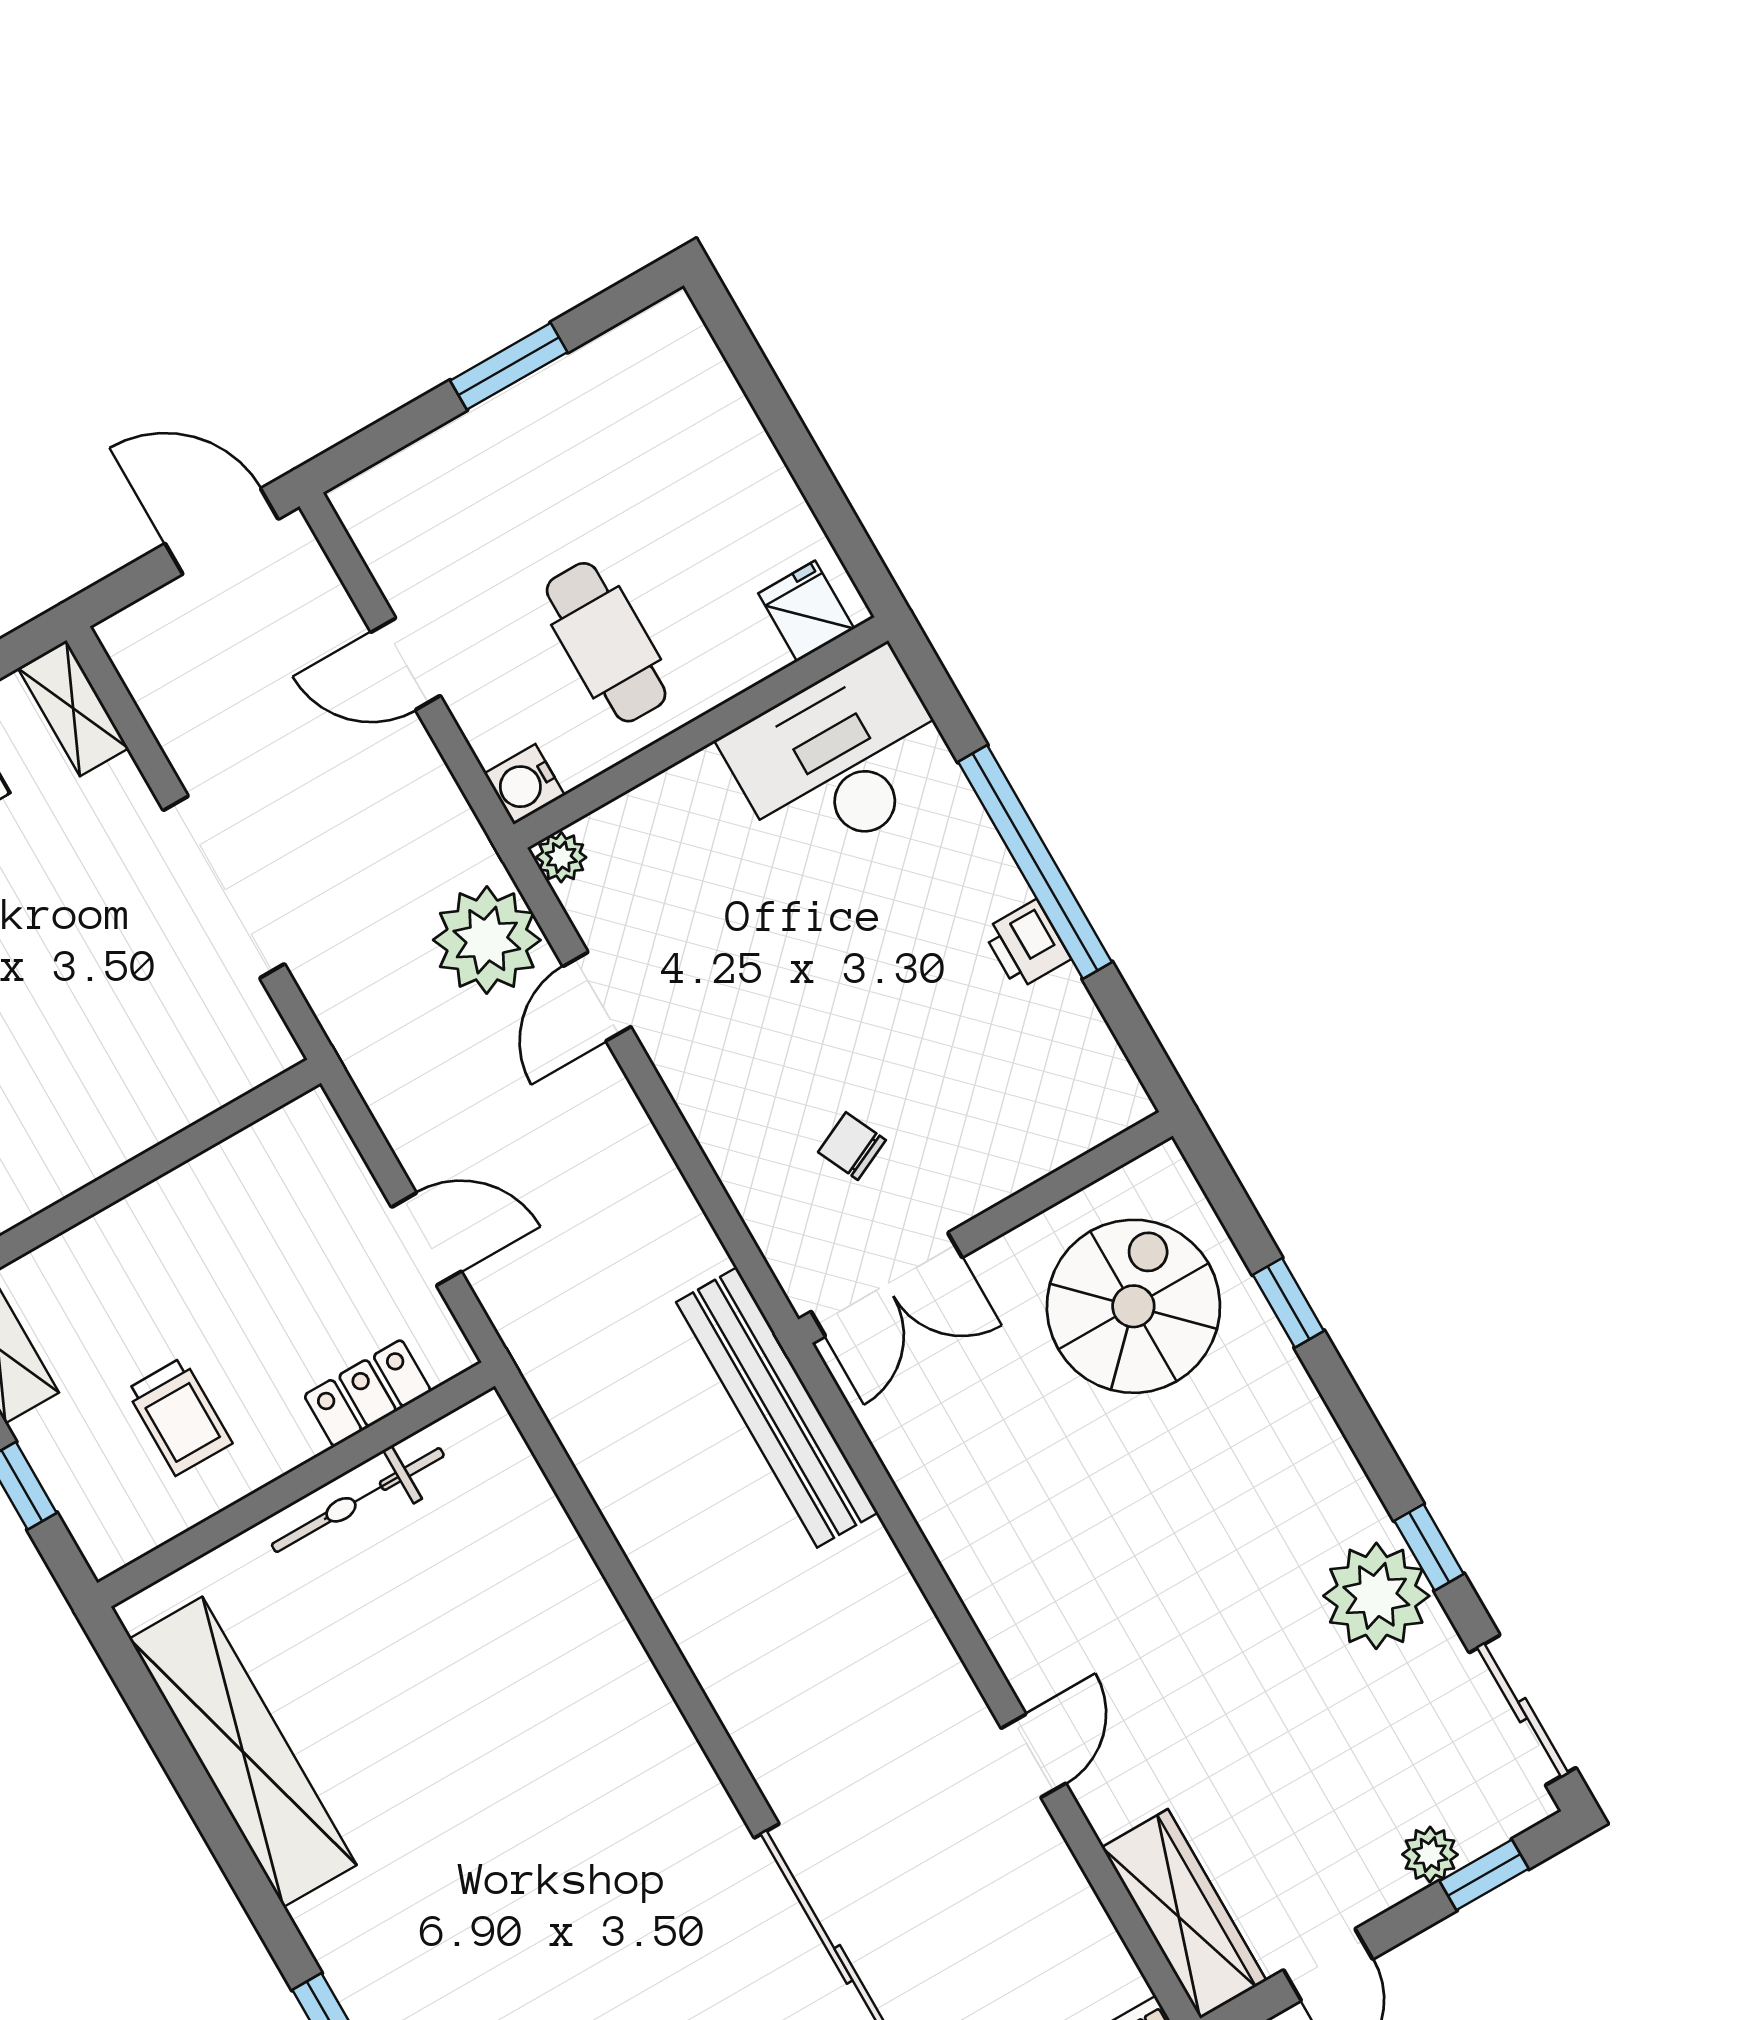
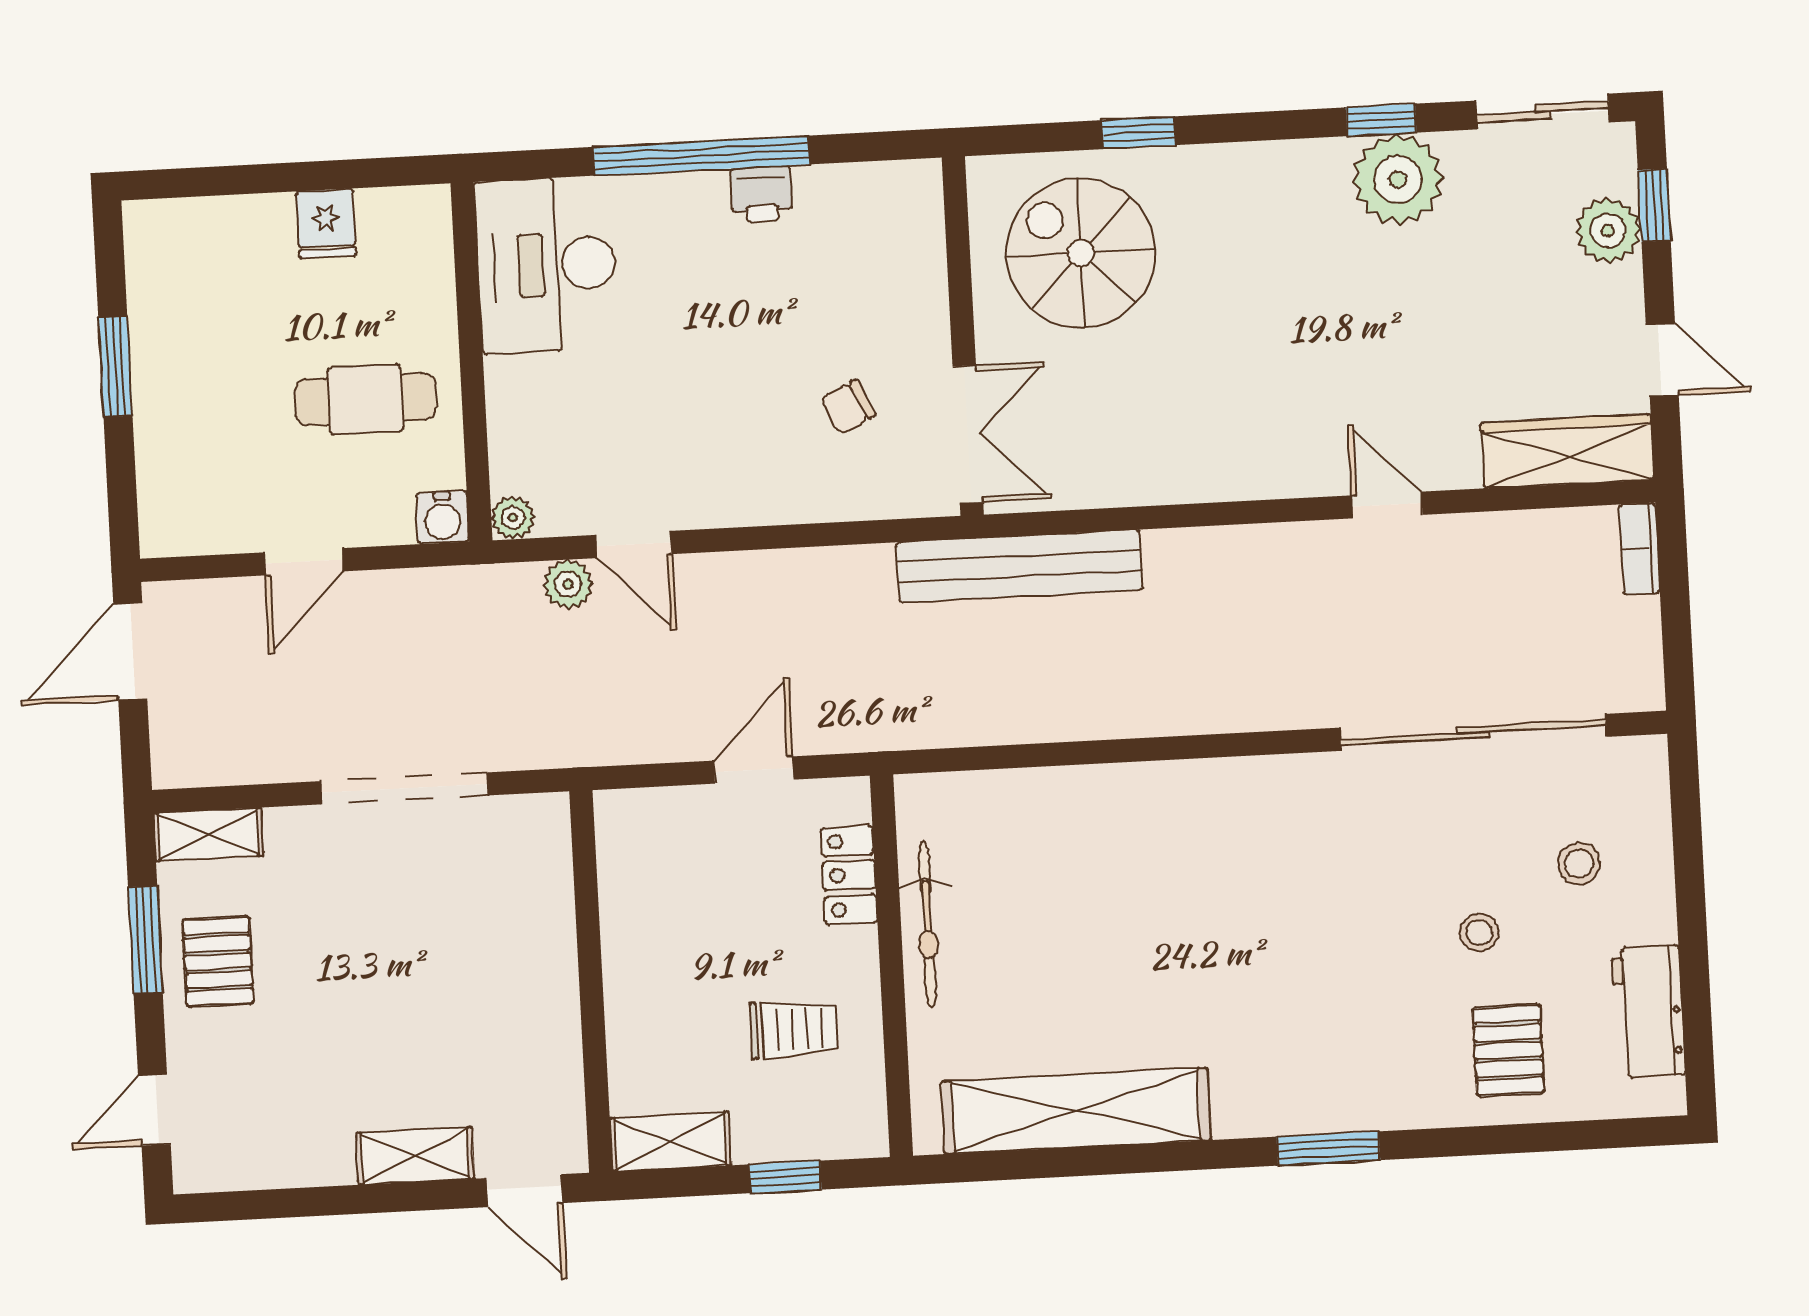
fridge: (806, 611) -> (326, 224), moved, turned -90
plant: (487, 940) -> (568, 584), width x0.53, depth x0.53
plant: (1430, 1855) -> (1608, 230), width x1.38, depth x1.38

